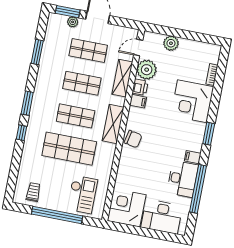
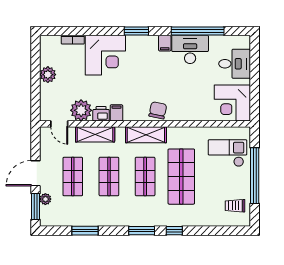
plant: (171, 43) -> (48, 75), moved
desk: (162, 217) -> (235, 64), width x0.73

